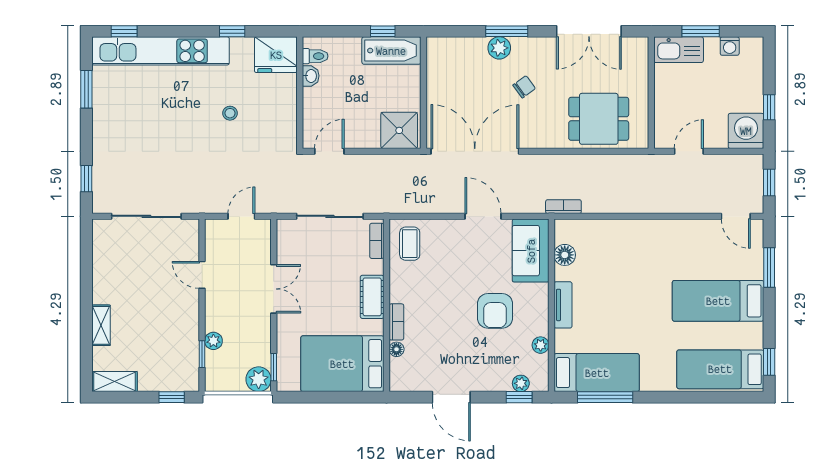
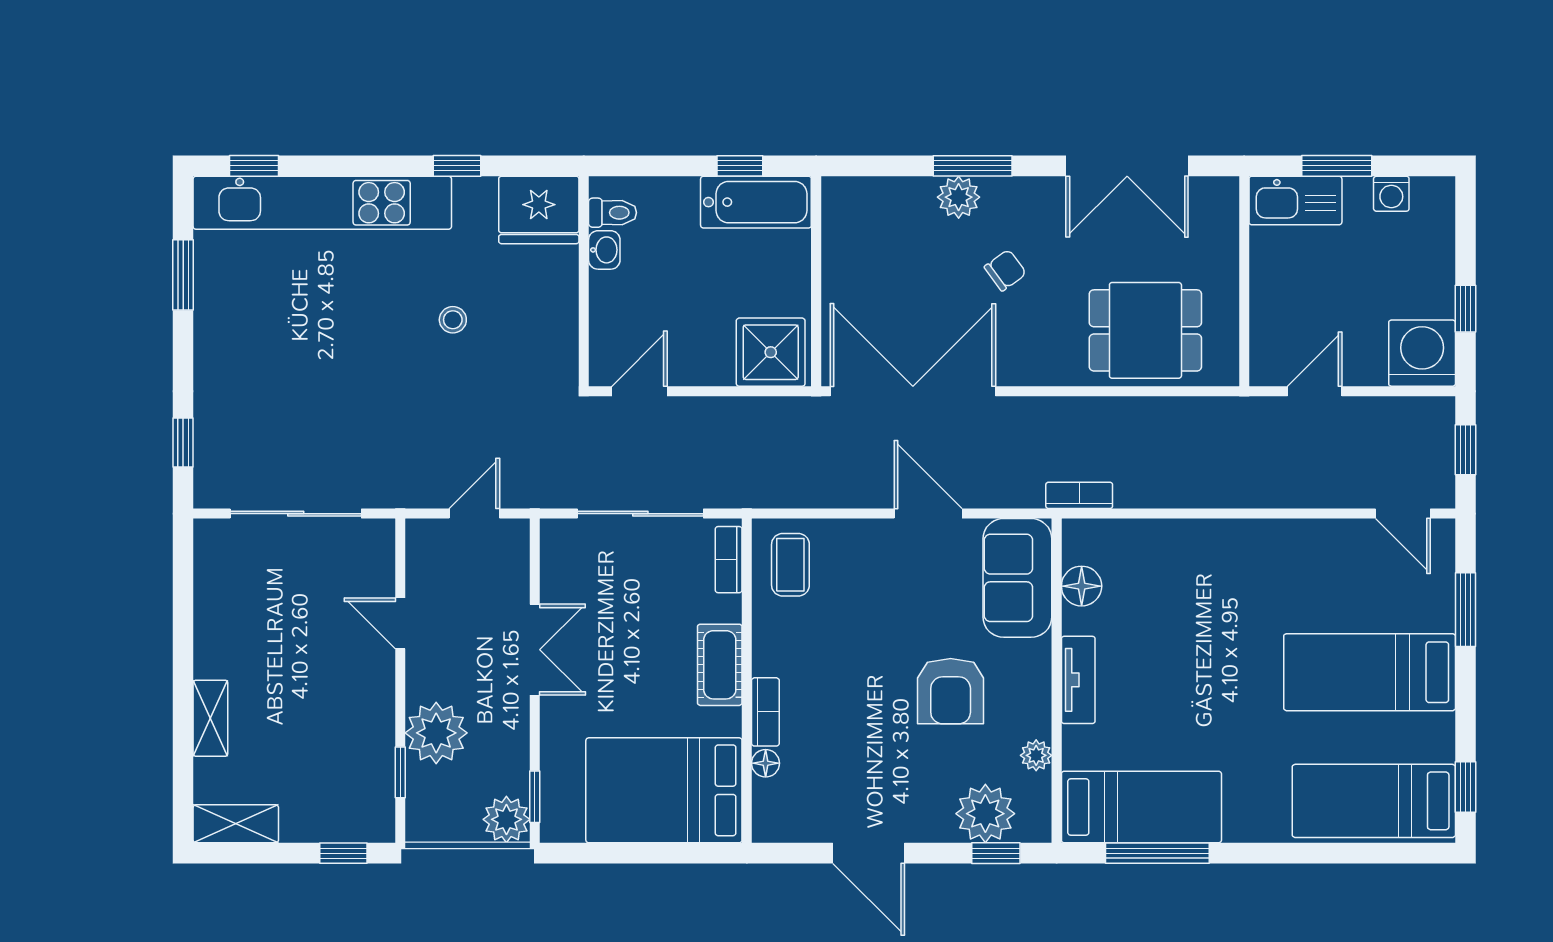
plant: (213, 341) -> (436, 733), width x1.88, depth x1.88
plant: (521, 383) -> (985, 814), width x1.88, depth x1.88

